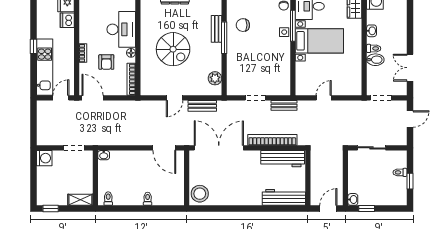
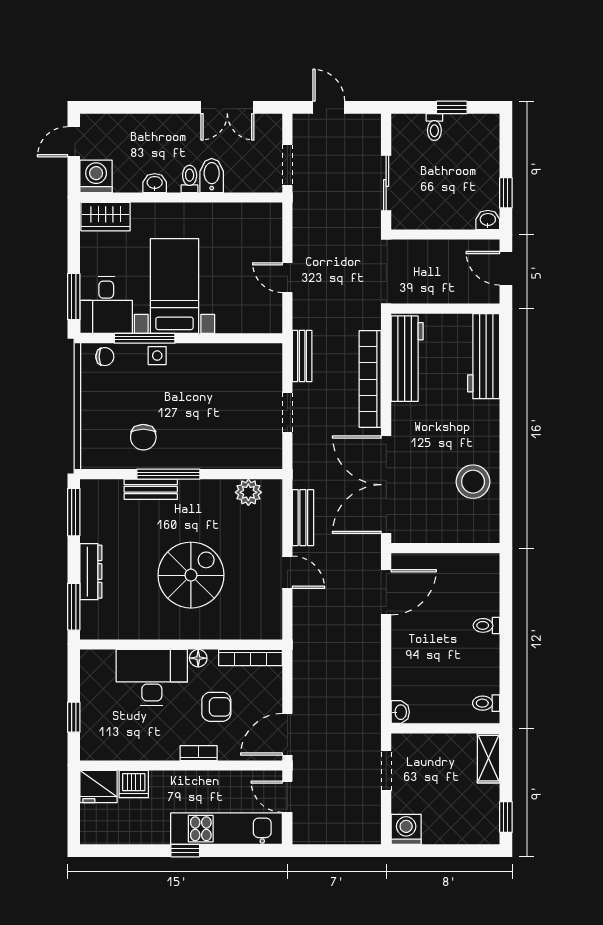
stool: (200, 194) -> (473, 482), moved

